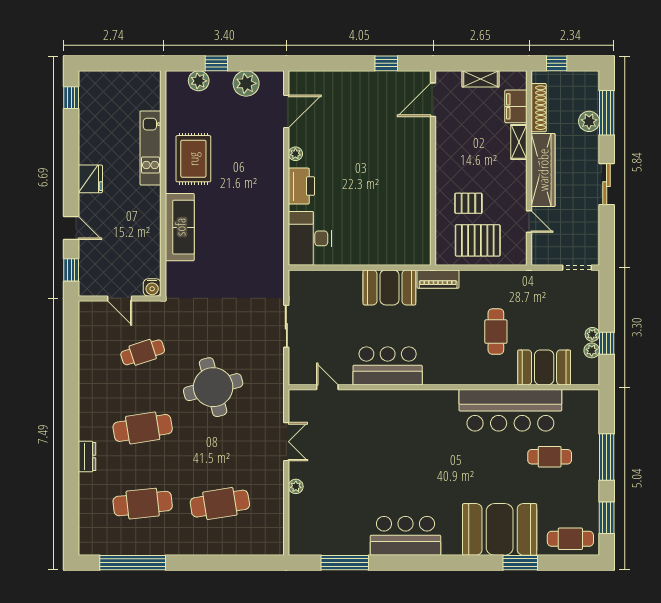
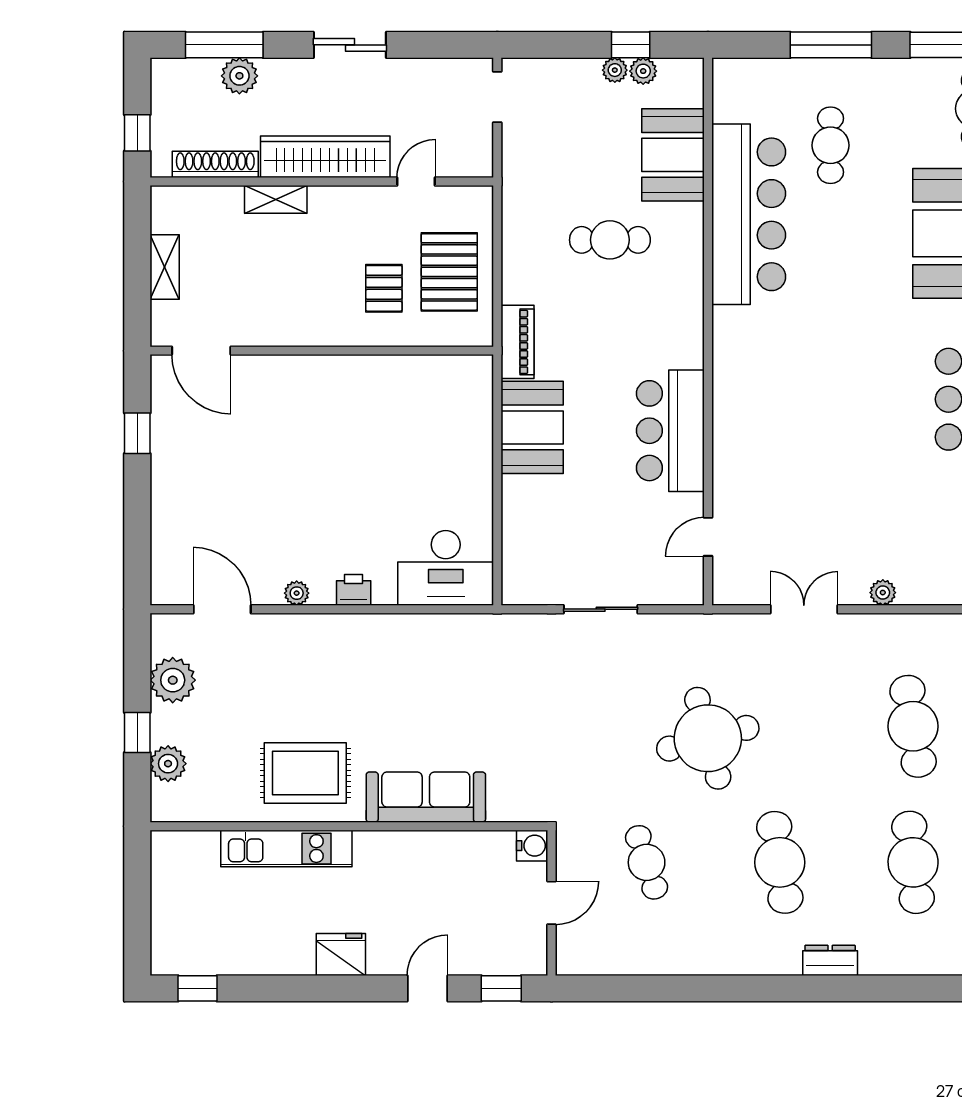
filing cabinet: (516, 106) -> (213, 205), removed
printer: (301, 186) -> (354, 590), width x0.53, depth x0.68

